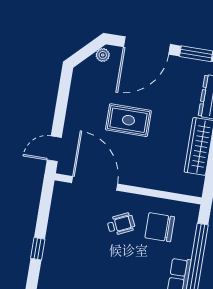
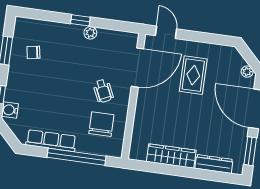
rug: (128, 120) -> (193, 75), moved
plant: (53, 237) -> (90, 33), added

